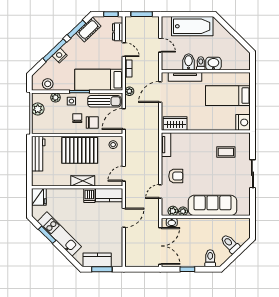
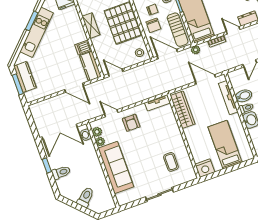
door: (124, 50) -> (233, 30), swing flipped
wardrobe: (175, 124) -> (183, 110), width x1.50
shelving: (83, 181) -> (91, 26), moved
toilet: (210, 258) -> (61, 172), moved

